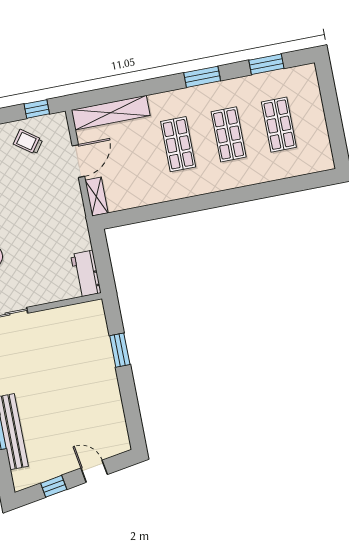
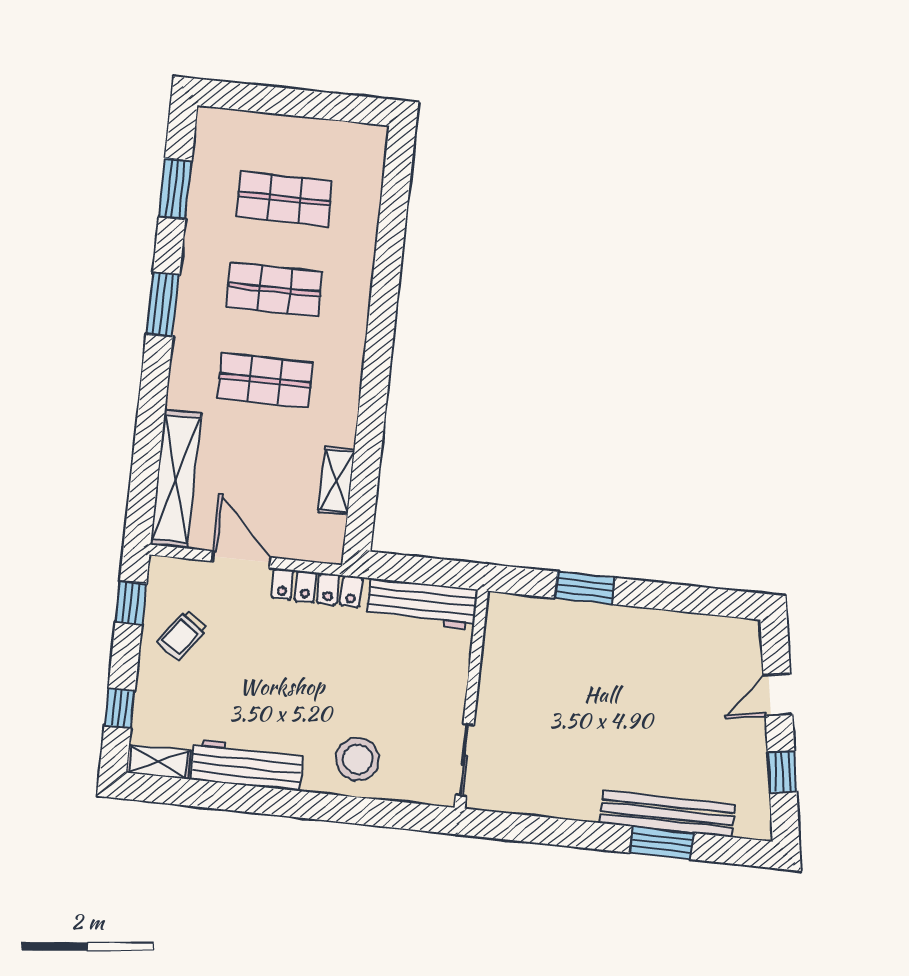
shelving: (97, 197) -> (337, 480), moved, turned 90
locker: (76, 206) -> (317, 588), added
workbench: (86, 274) -> (422, 604), width x1.38

